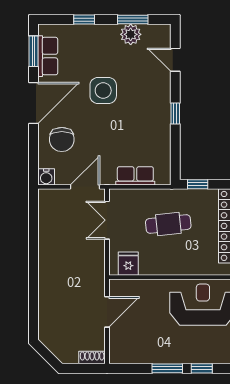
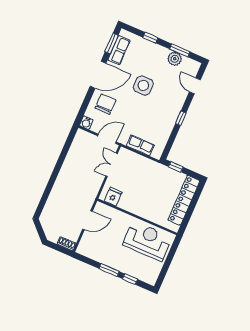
chair: (62, 139) -> (105, 104), turned 180
cafe table: (168, 224) -> (148, 183), removed

